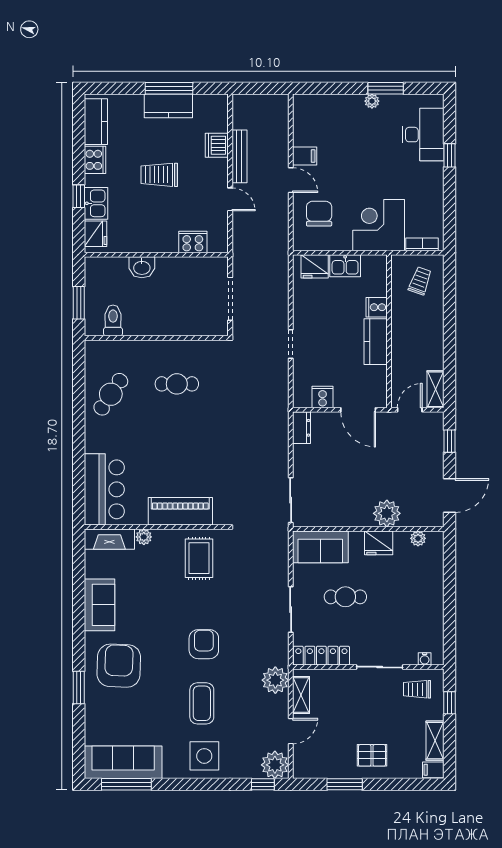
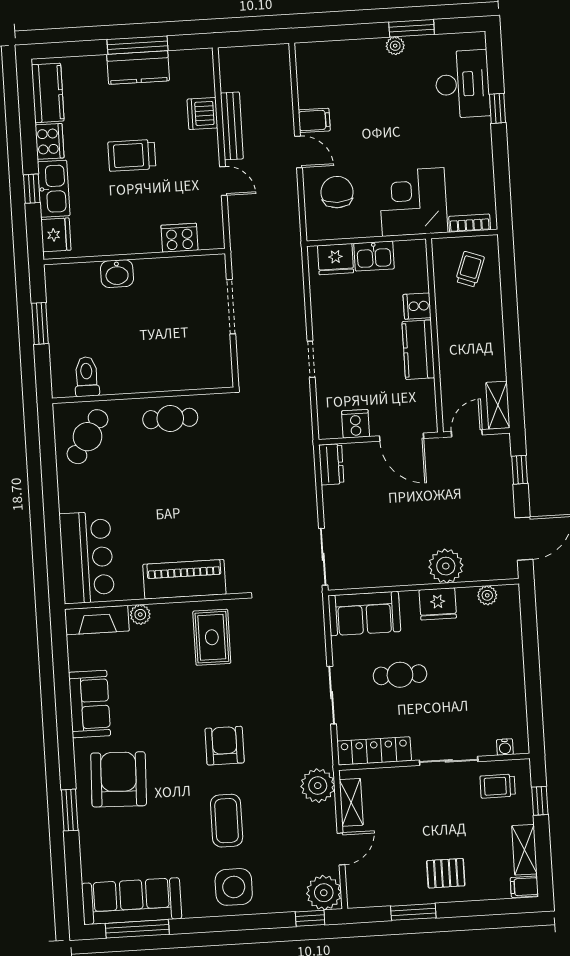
kitchen sink: (96, 203) -> (54, 189), width x1.38
toilet: (113, 320) -> (87, 377), moved
wall: (156, 338) -> (143, 395), moved

